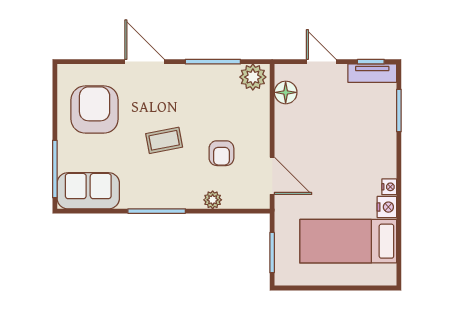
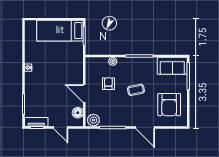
door: (272, 176) -> (84, 93), moved
nightstand: (387, 207) -> (29, 58), removed
bed: (348, 241) -> (60, 31), moved, turned 180

